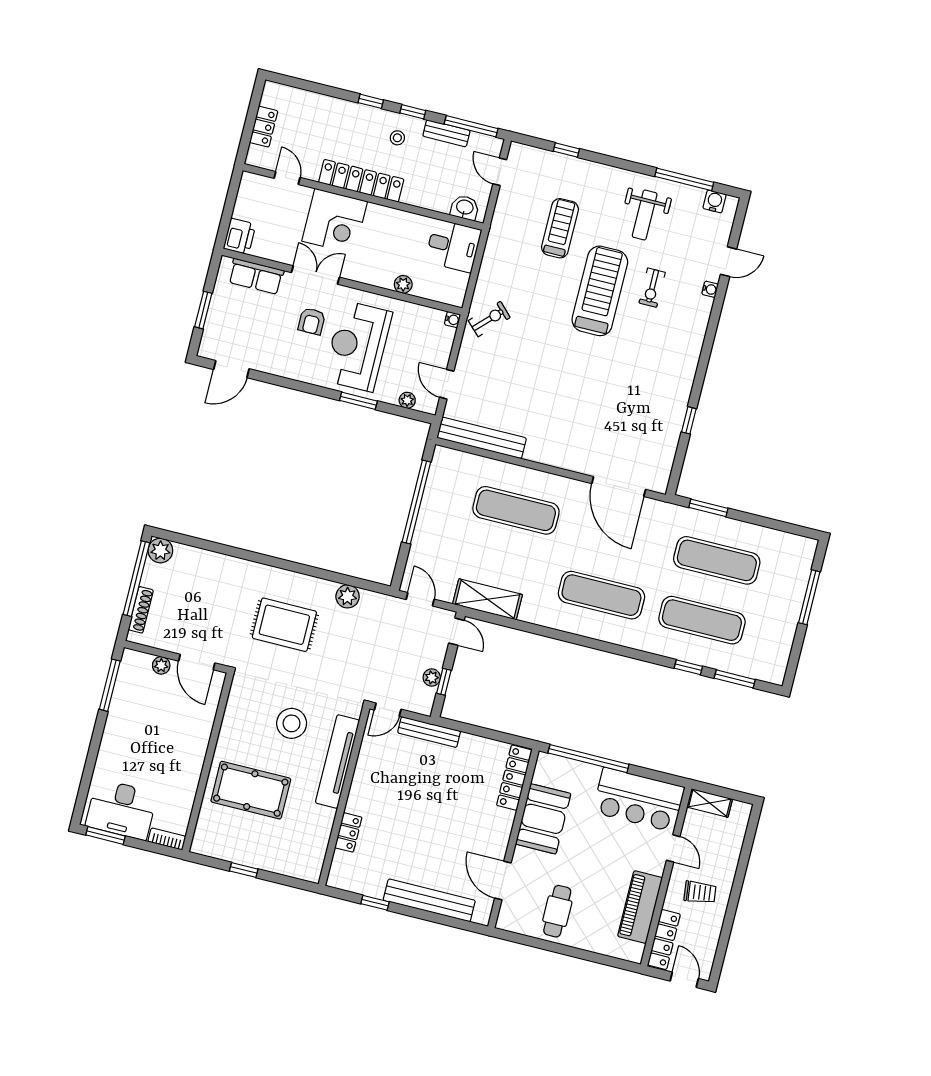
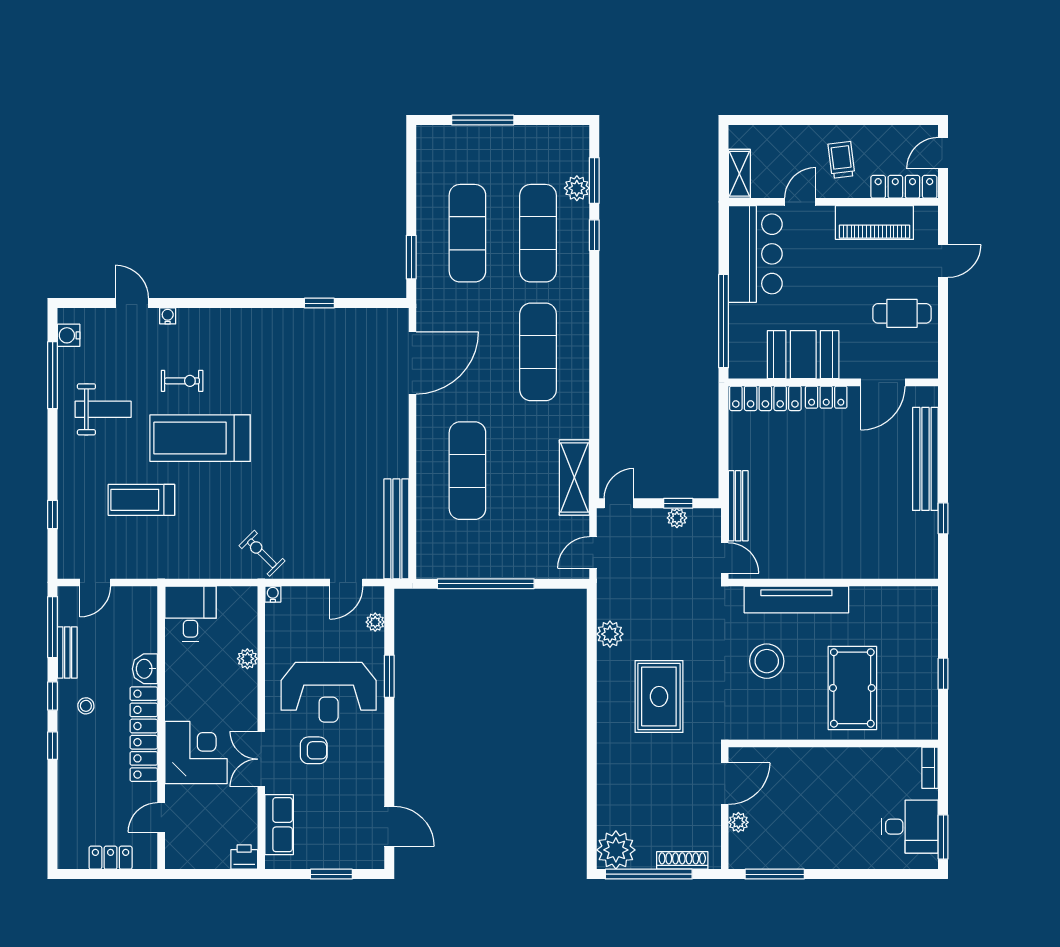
washbasin: (465, 208) -> (145, 669), moved
printer: (240, 236) -> (244, 857), width x0.73, depth x0.81
plant: (160, 550) -> (616, 850), width x1.36, depth x1.36
plant: (732, 662) -> (577, 188), added
desk: (121, 809) -> (910, 827), width x0.73
locker: (348, 832) -> (826, 397), moved, turned 180
door: (593, 957) -> (943, 261), added

